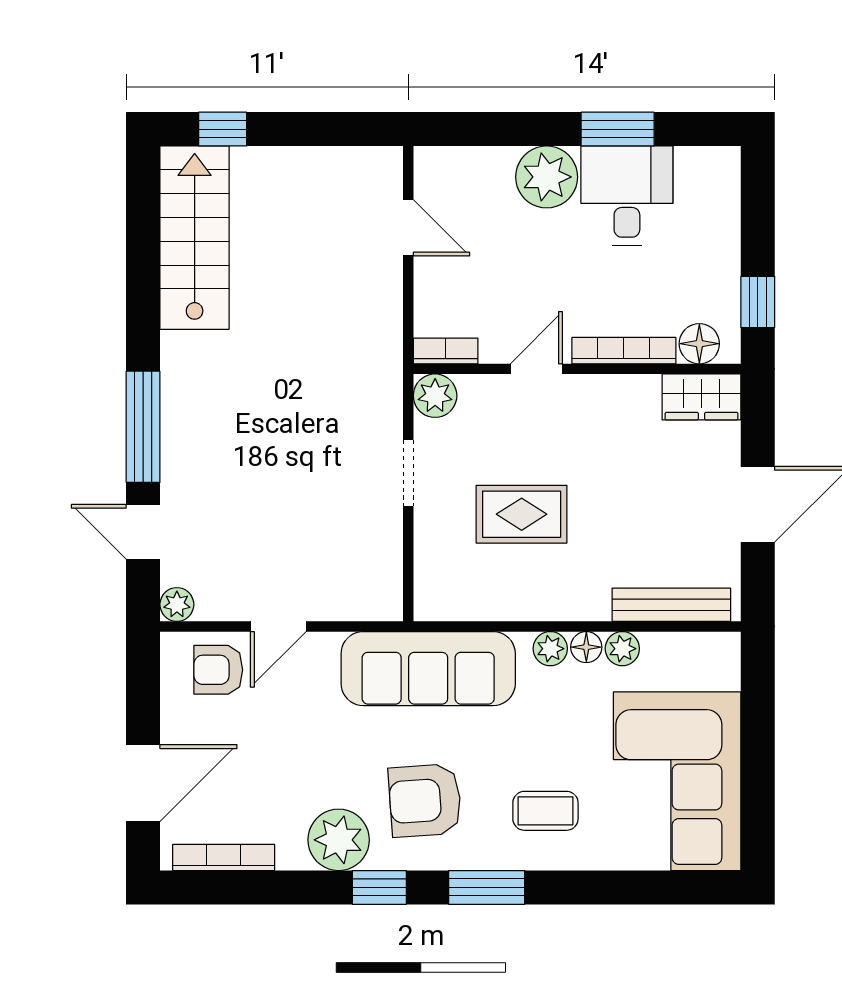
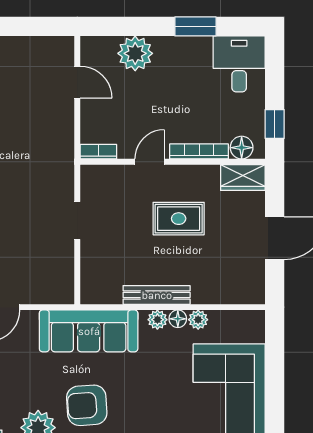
plant: (547, 177) -> (135, 53), moved
desk: (627, 196) -> (239, 64), moved
plant: (435, 396) -> (92, 177), removed
rug: (522, 514) -> (179, 219), moved
bench: (671, 605) -> (157, 295), moved
coffee table: (545, 811) -> (155, 411), removed

